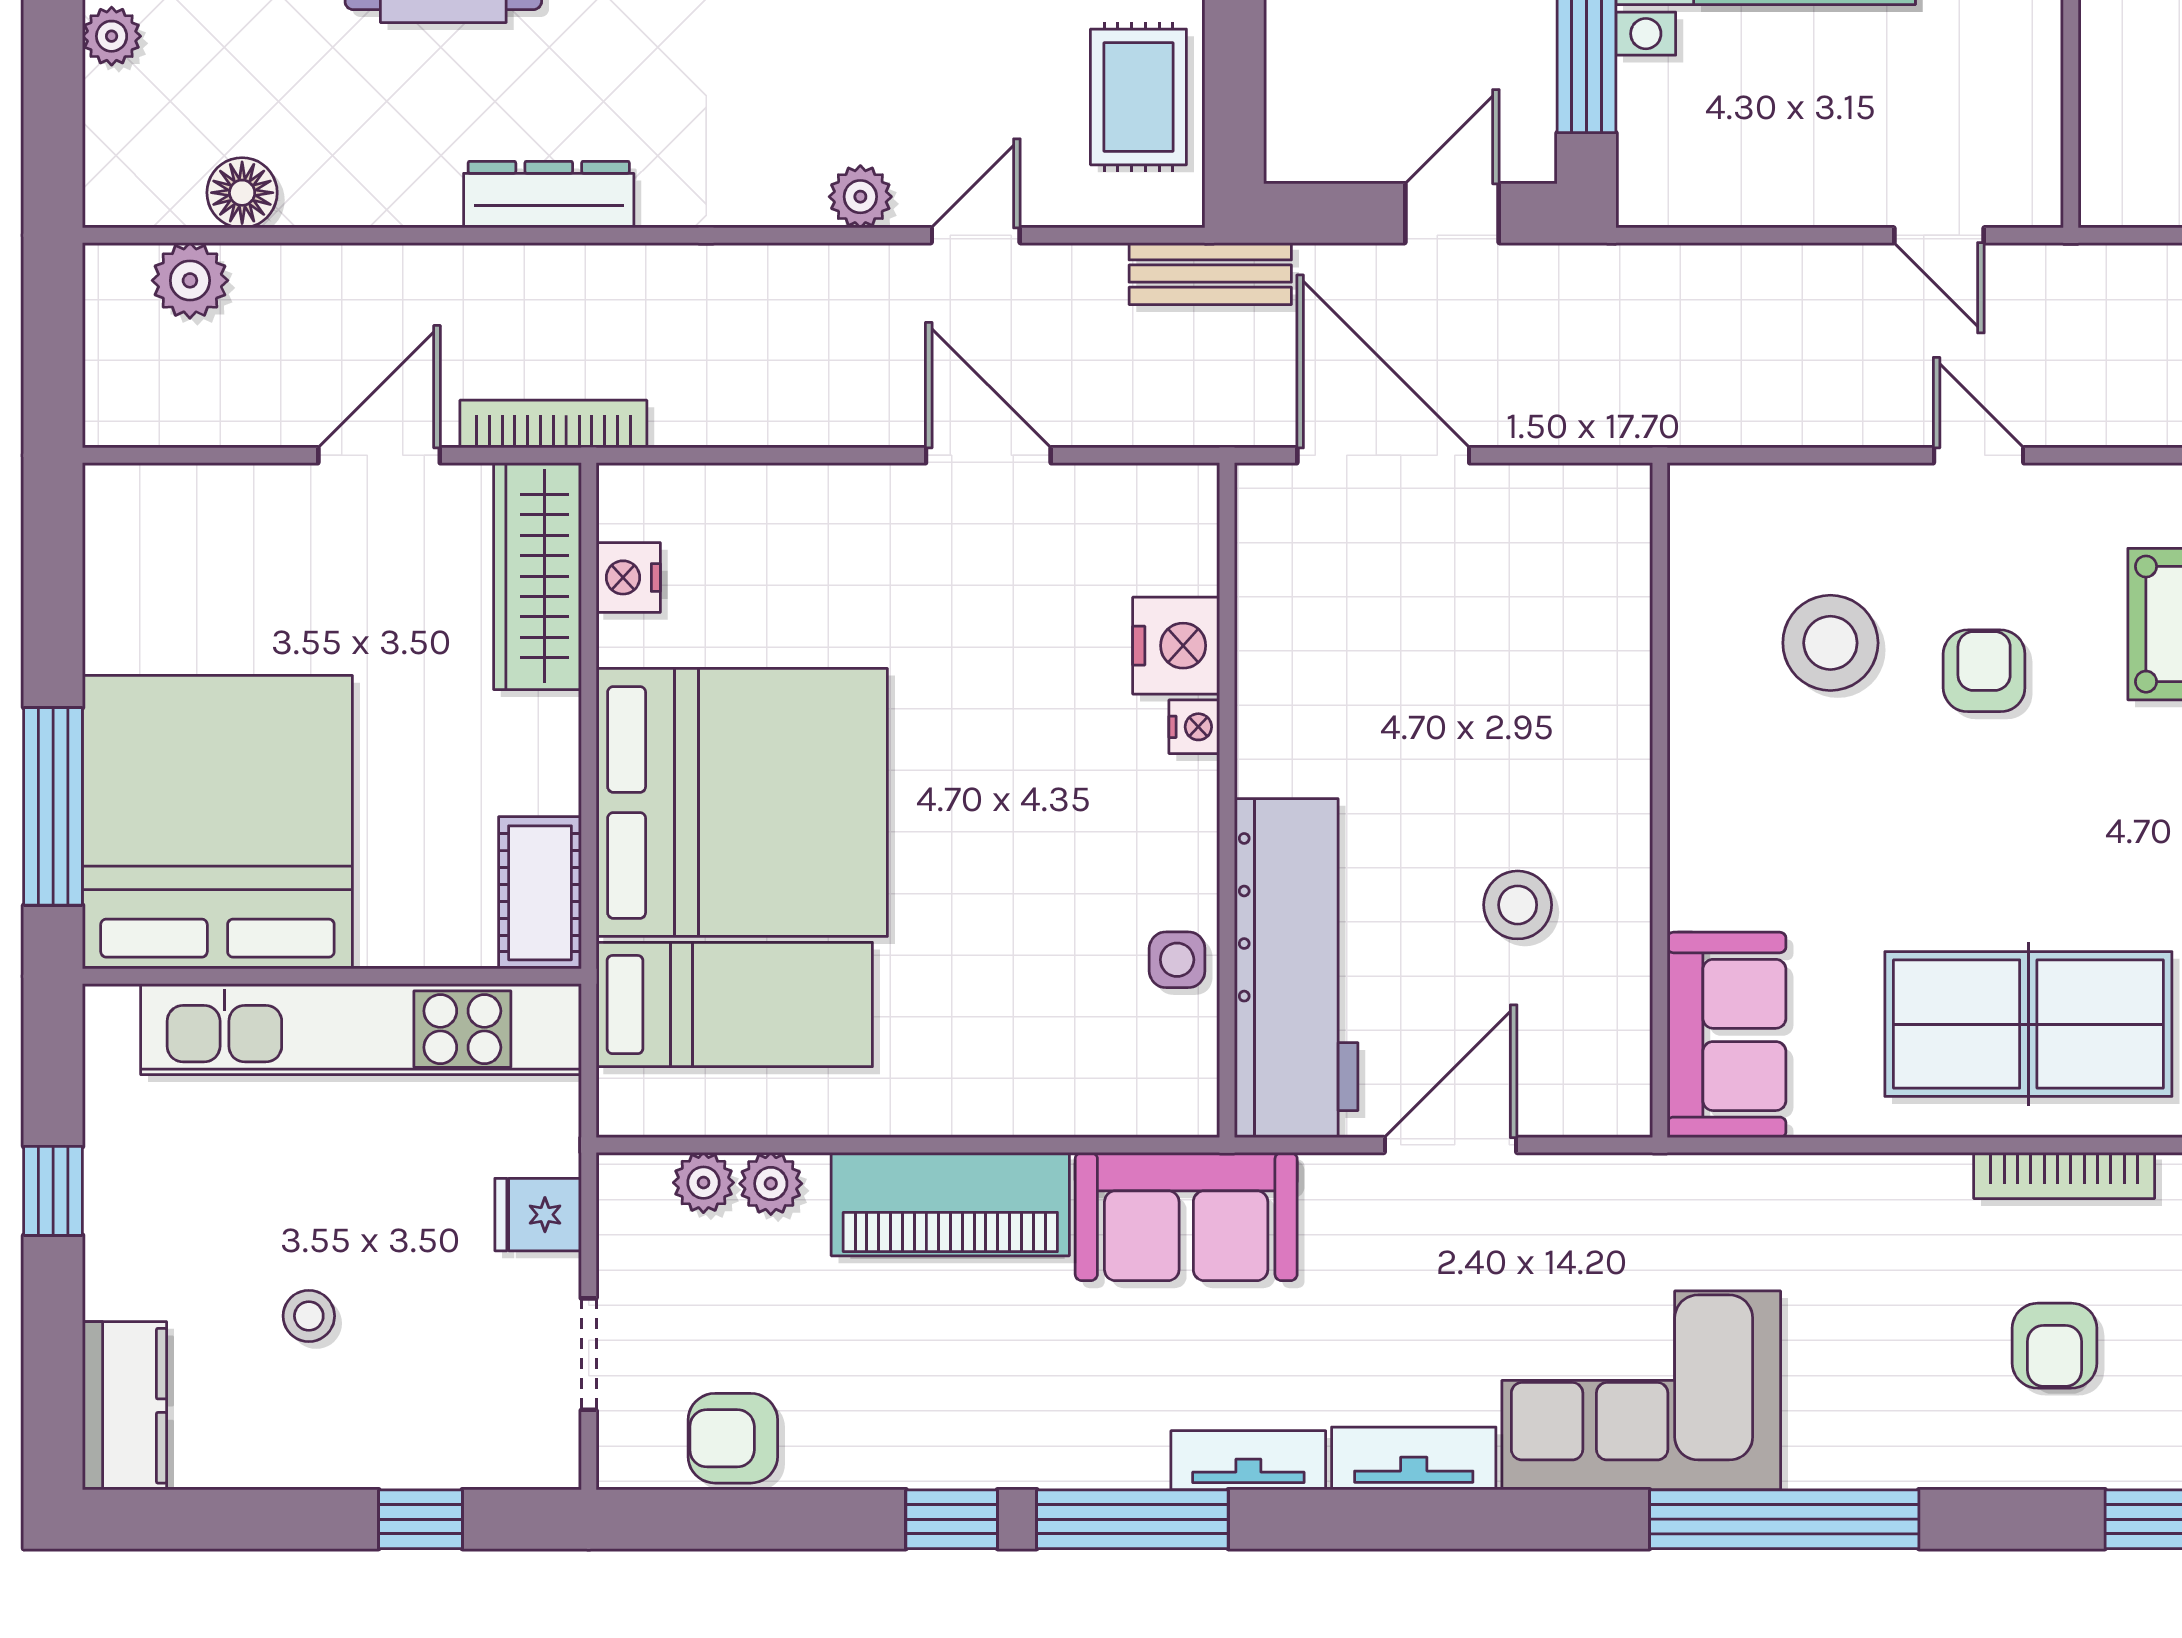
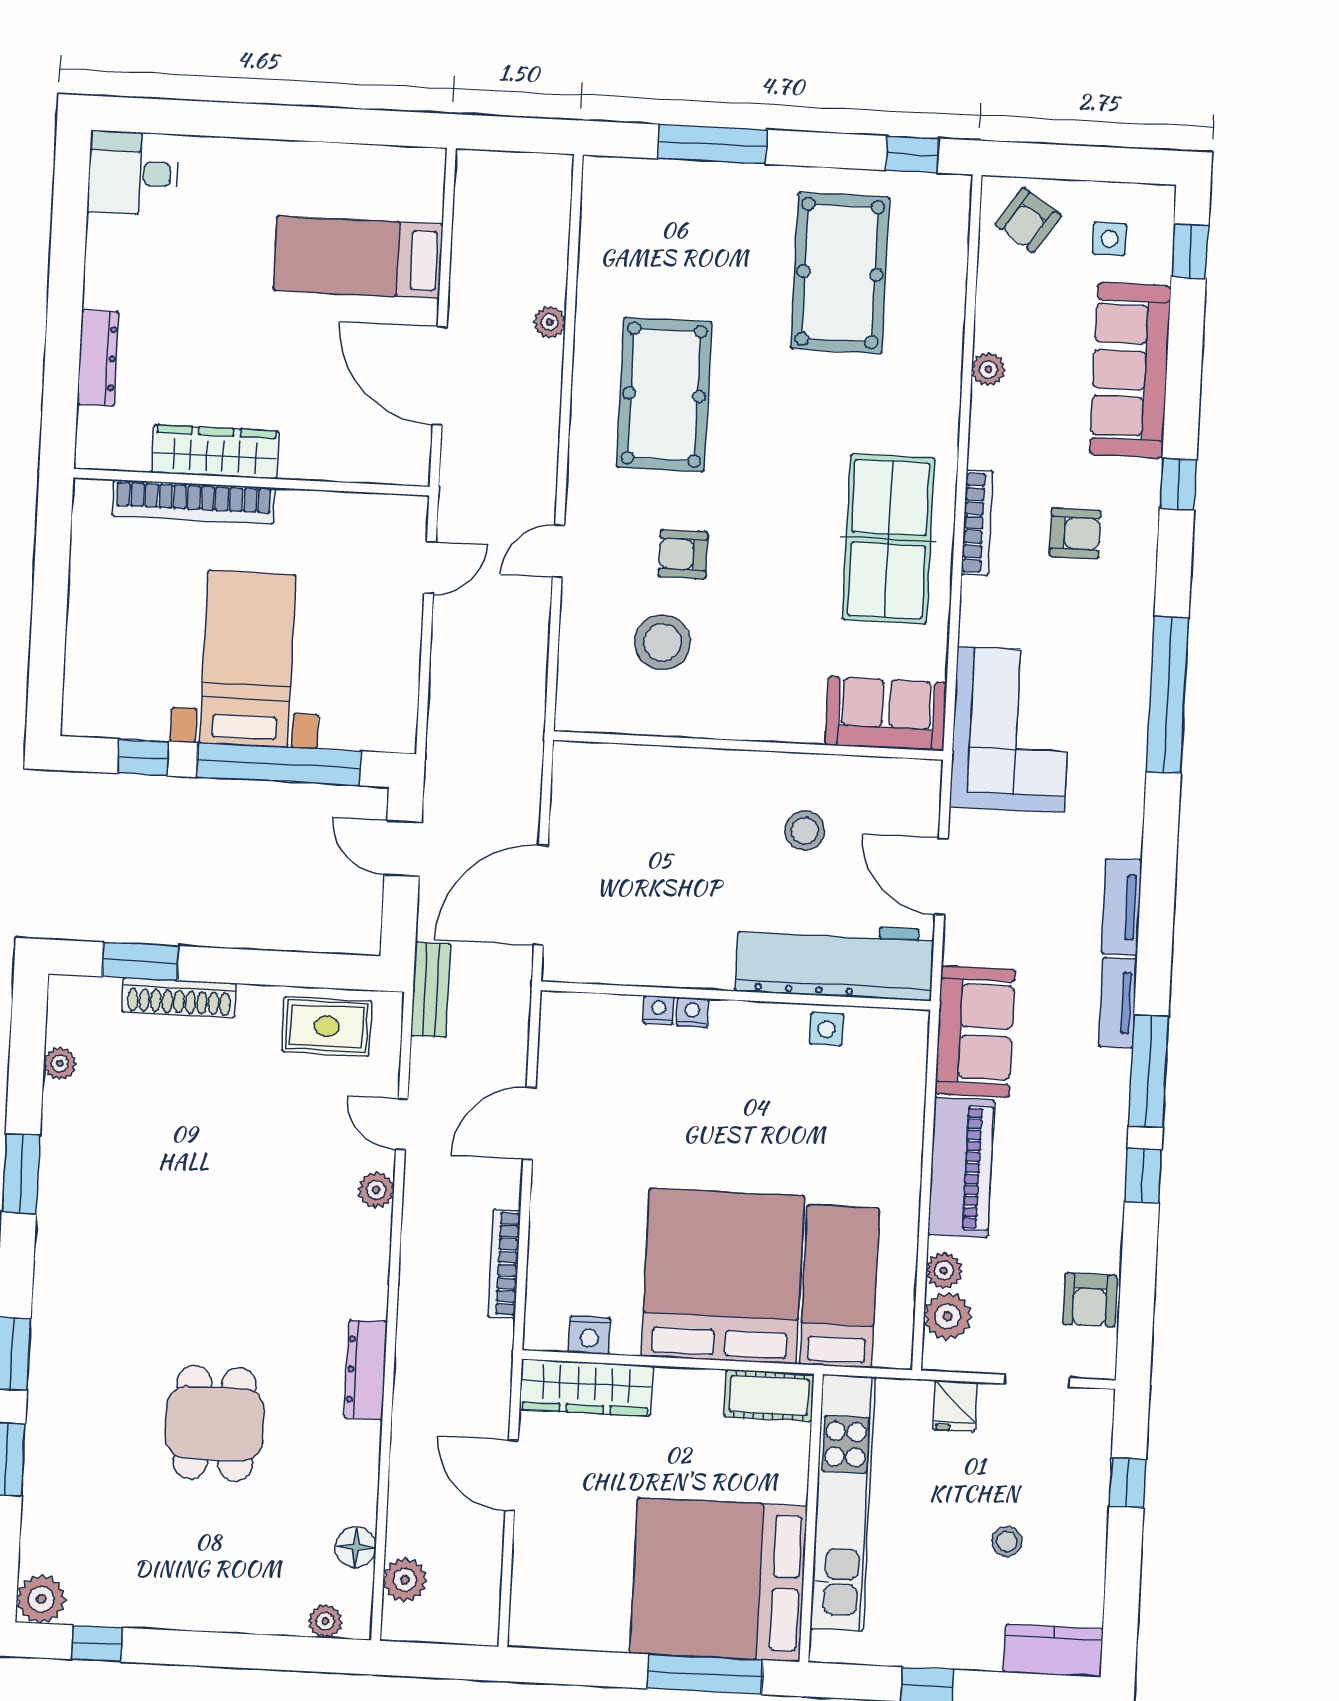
plant: (112, 36) -> (325, 1621), moved
bookcase: (553, 424) -> (504, 1264), moved
nightstand: (1176, 646) -> (659, 1010), width x0.53, depth x0.56
plant: (703, 1183) -> (948, 1316), width x1.38, depth x1.38
corner sofa: (1641, 1390) -> (1011, 729), moved, turned 180

